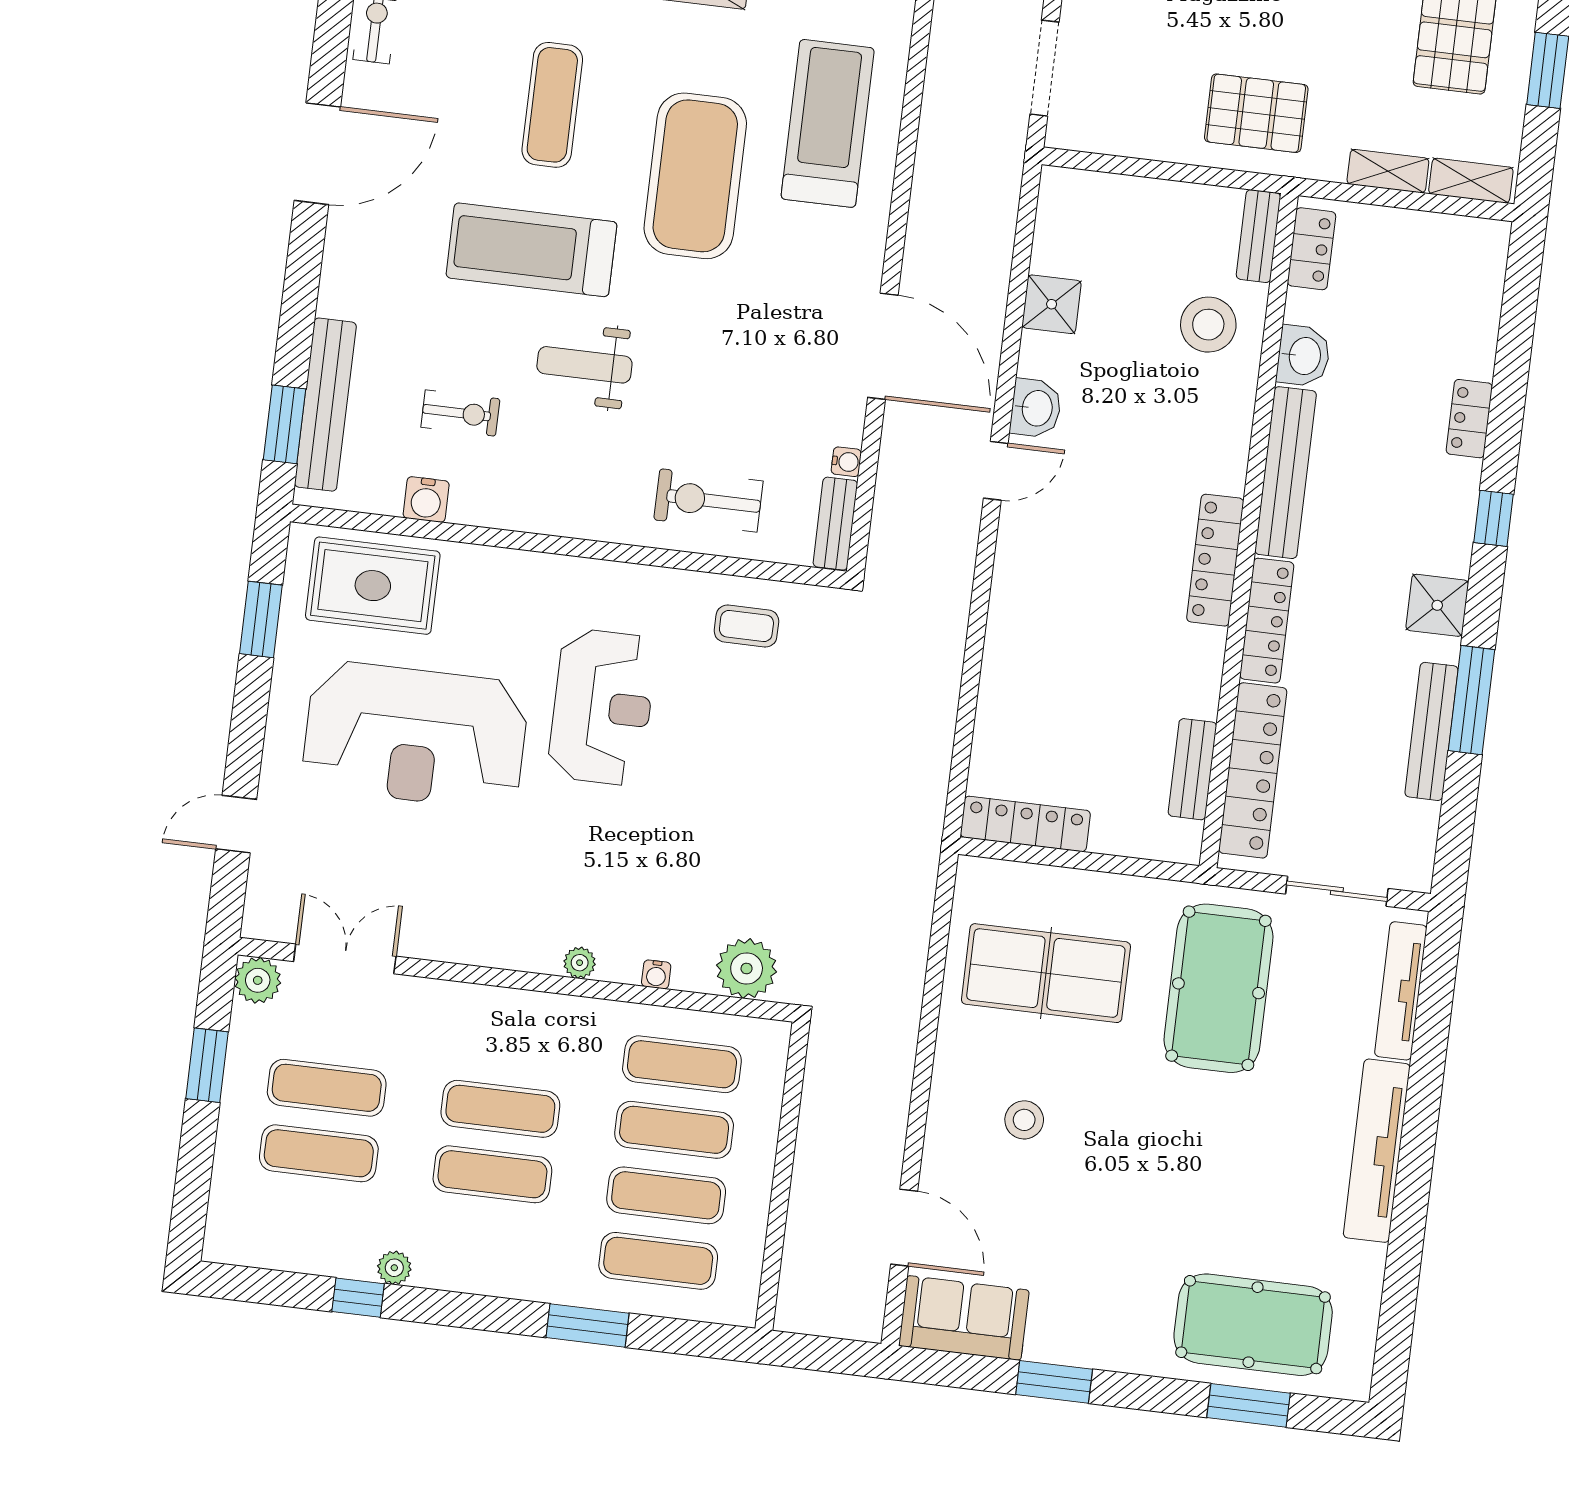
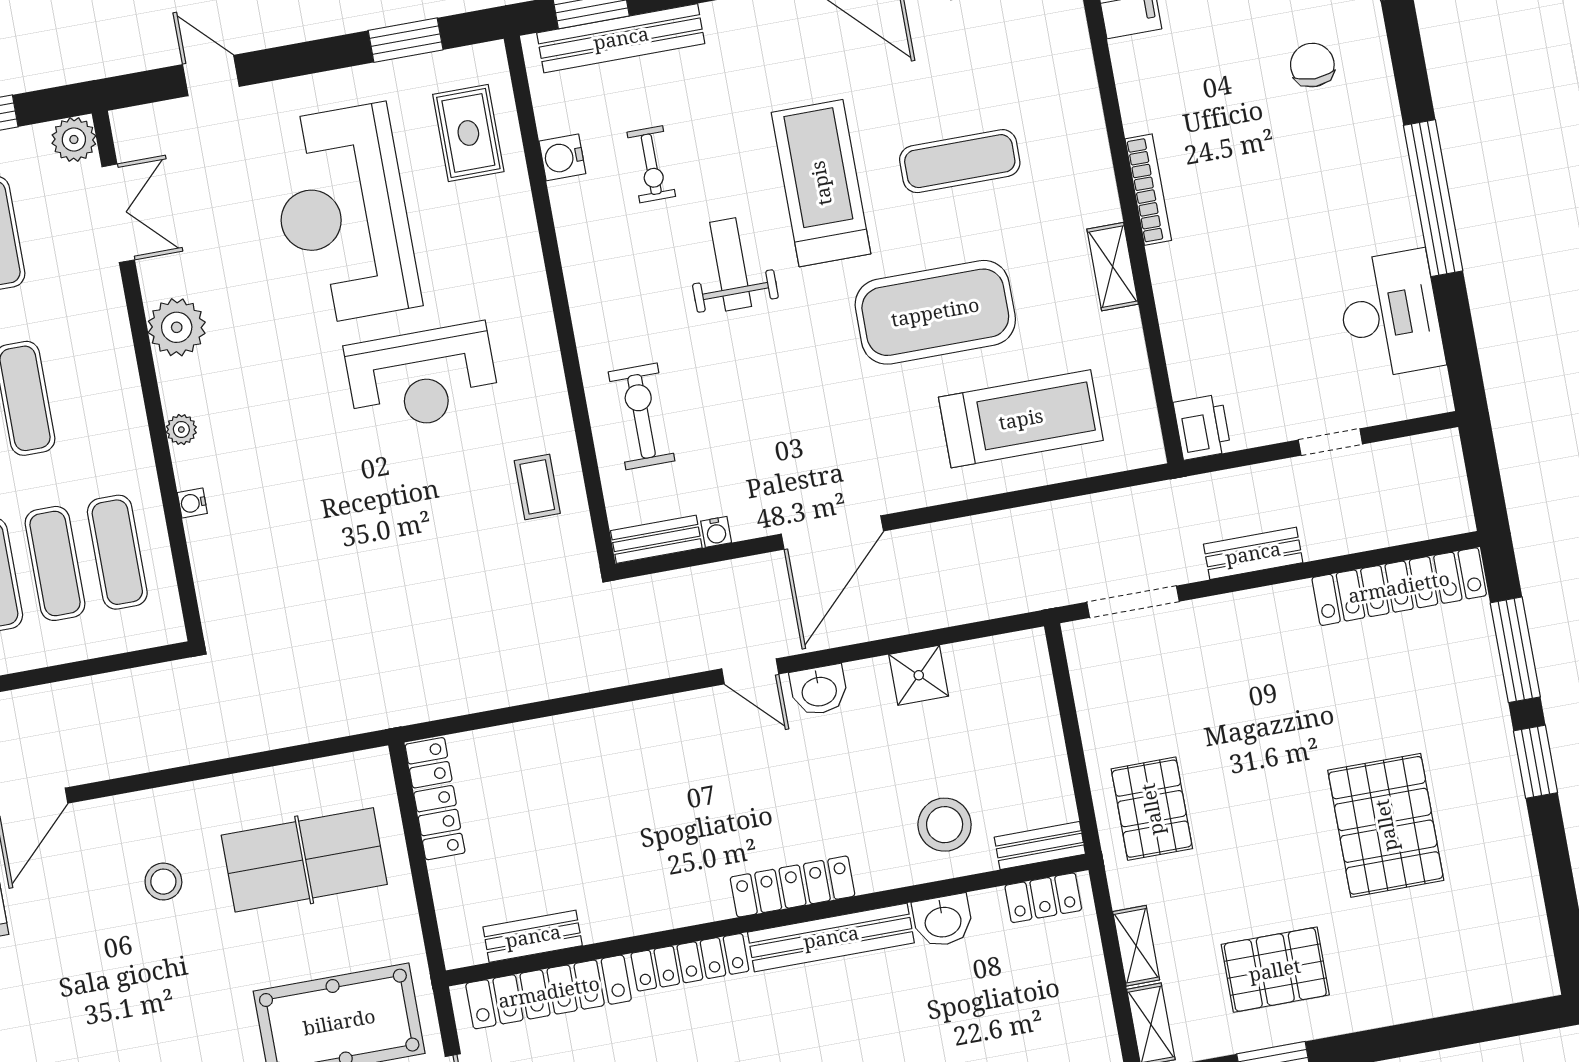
locker: (1215, 560) -> (793, 887), moved
rug: (373, 586) -> (468, 133), width x0.73, depth x0.70
plant: (747, 969) -> (177, 327), moved
table tennis table: (1046, 973) -> (304, 860), turned 90

